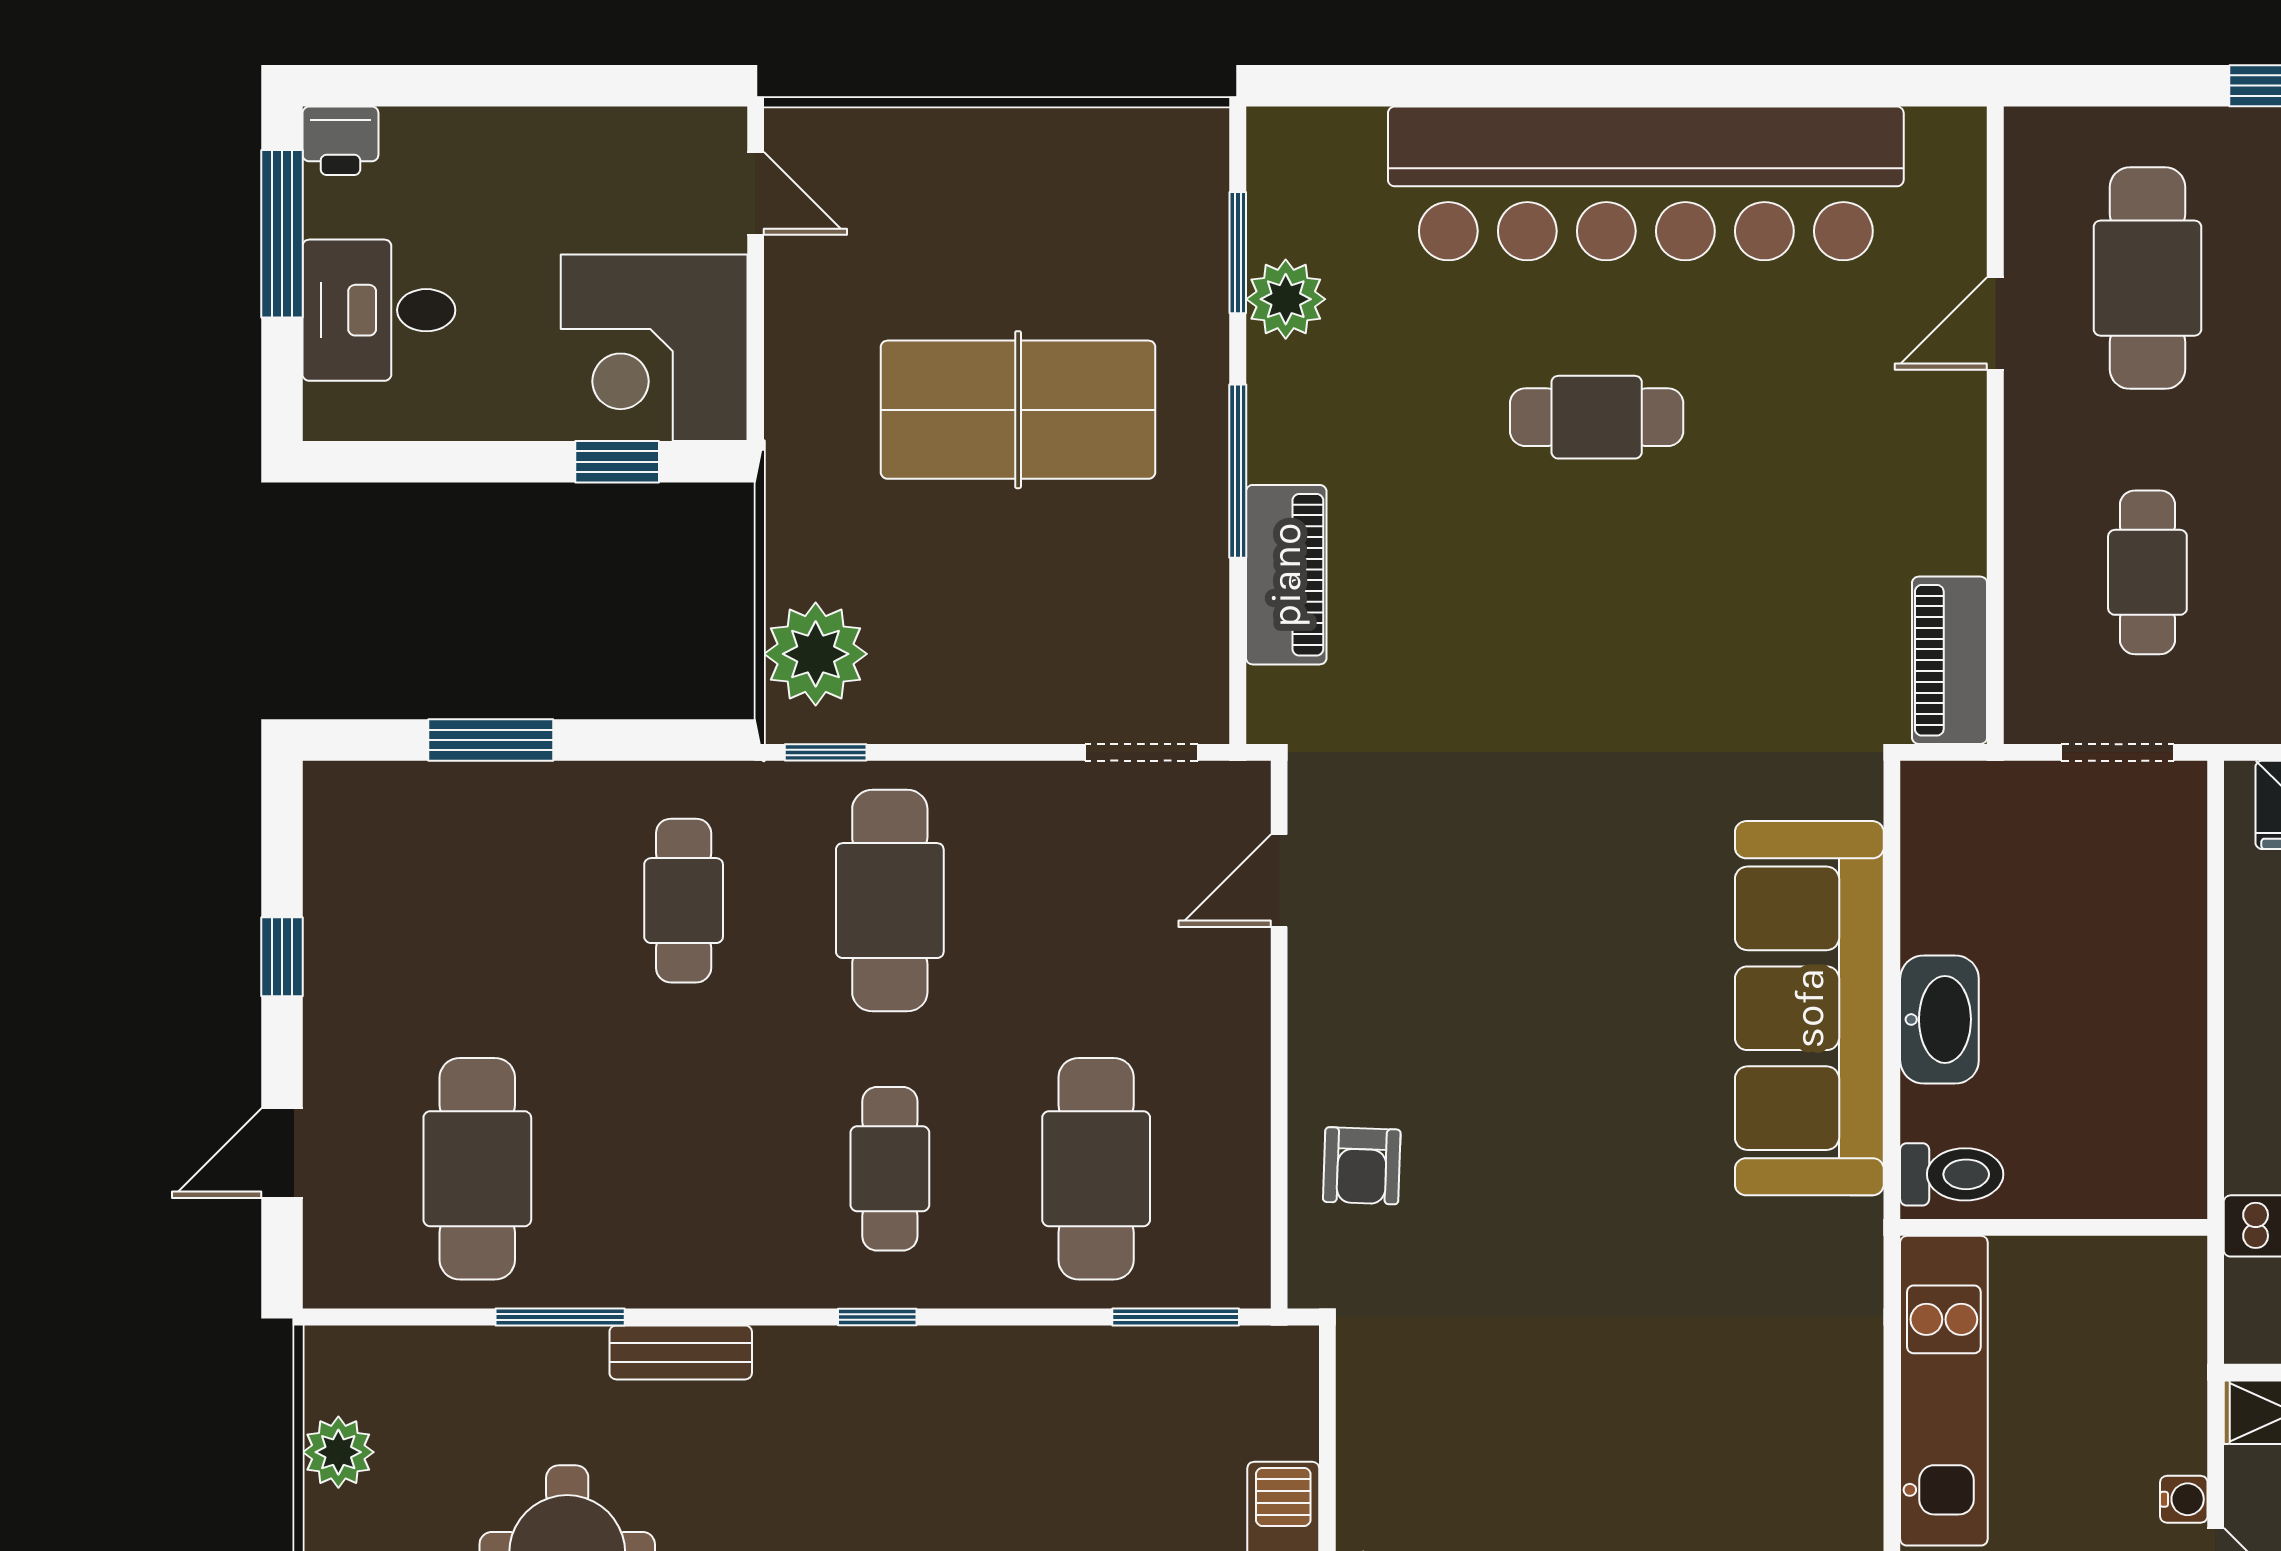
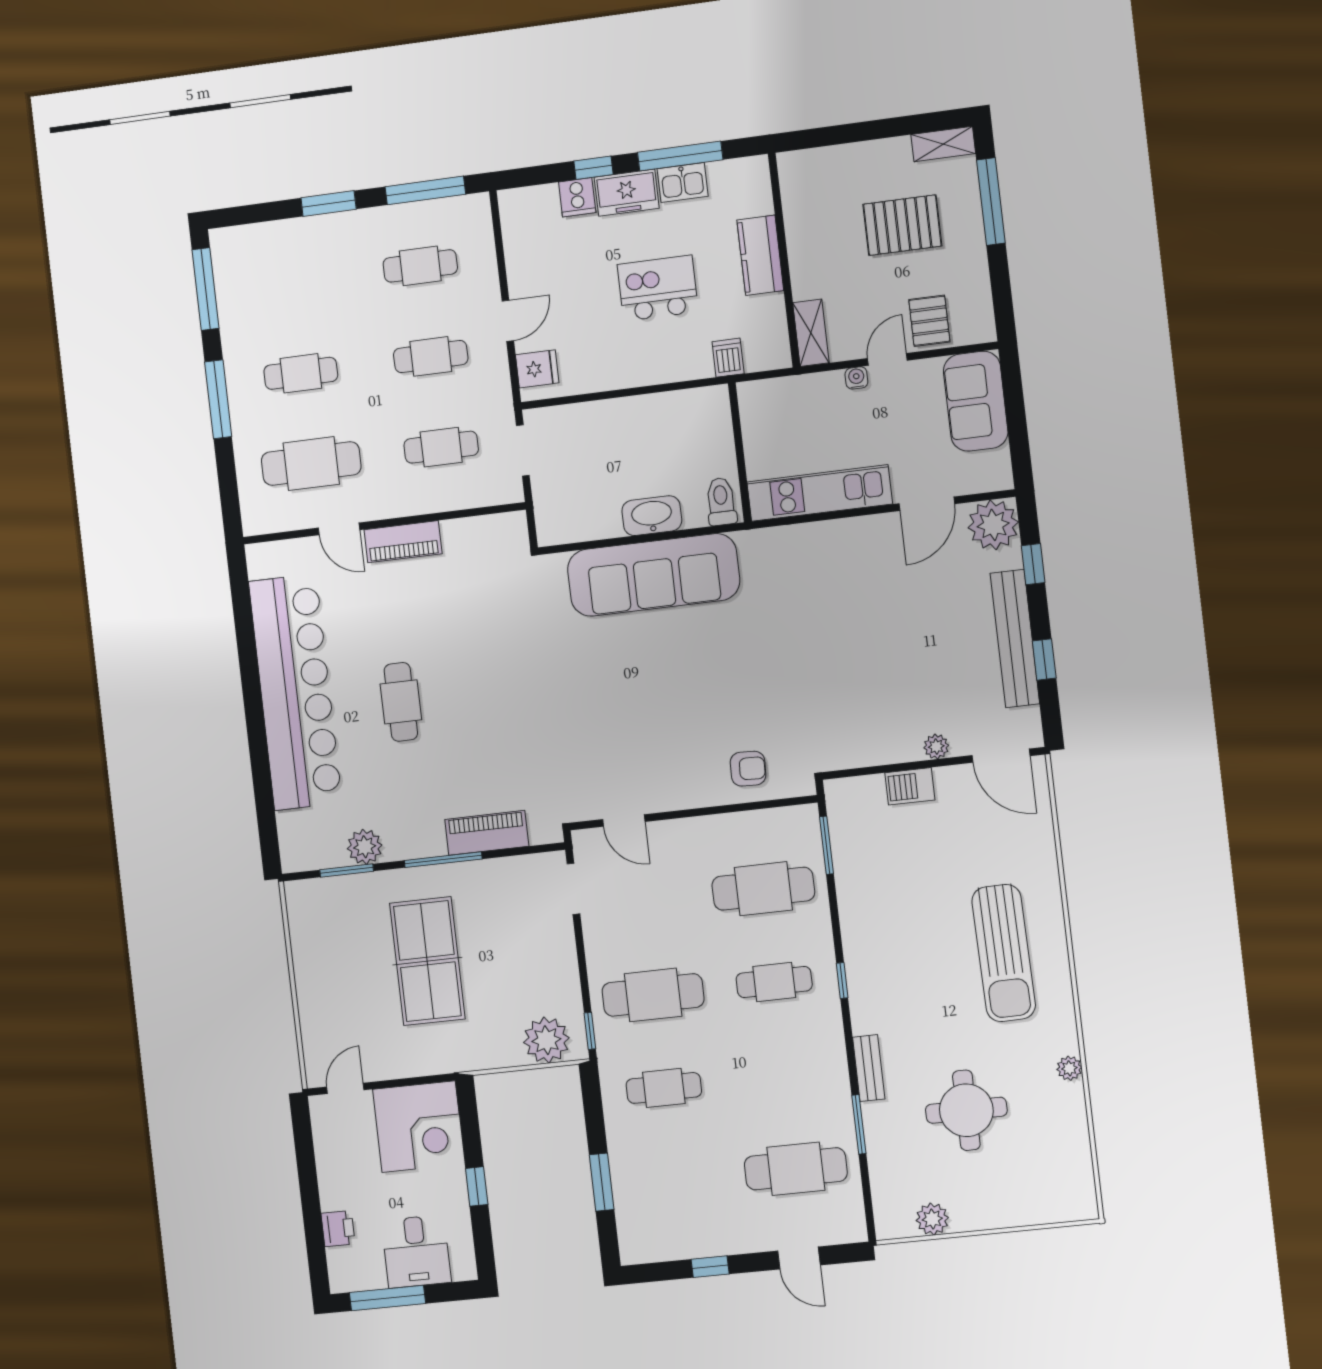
printer: (340, 141) -> (338, 1229), moved
window: (617, 462) -> (477, 1186), moved
piano: (1950, 660) -> (403, 542), moved

